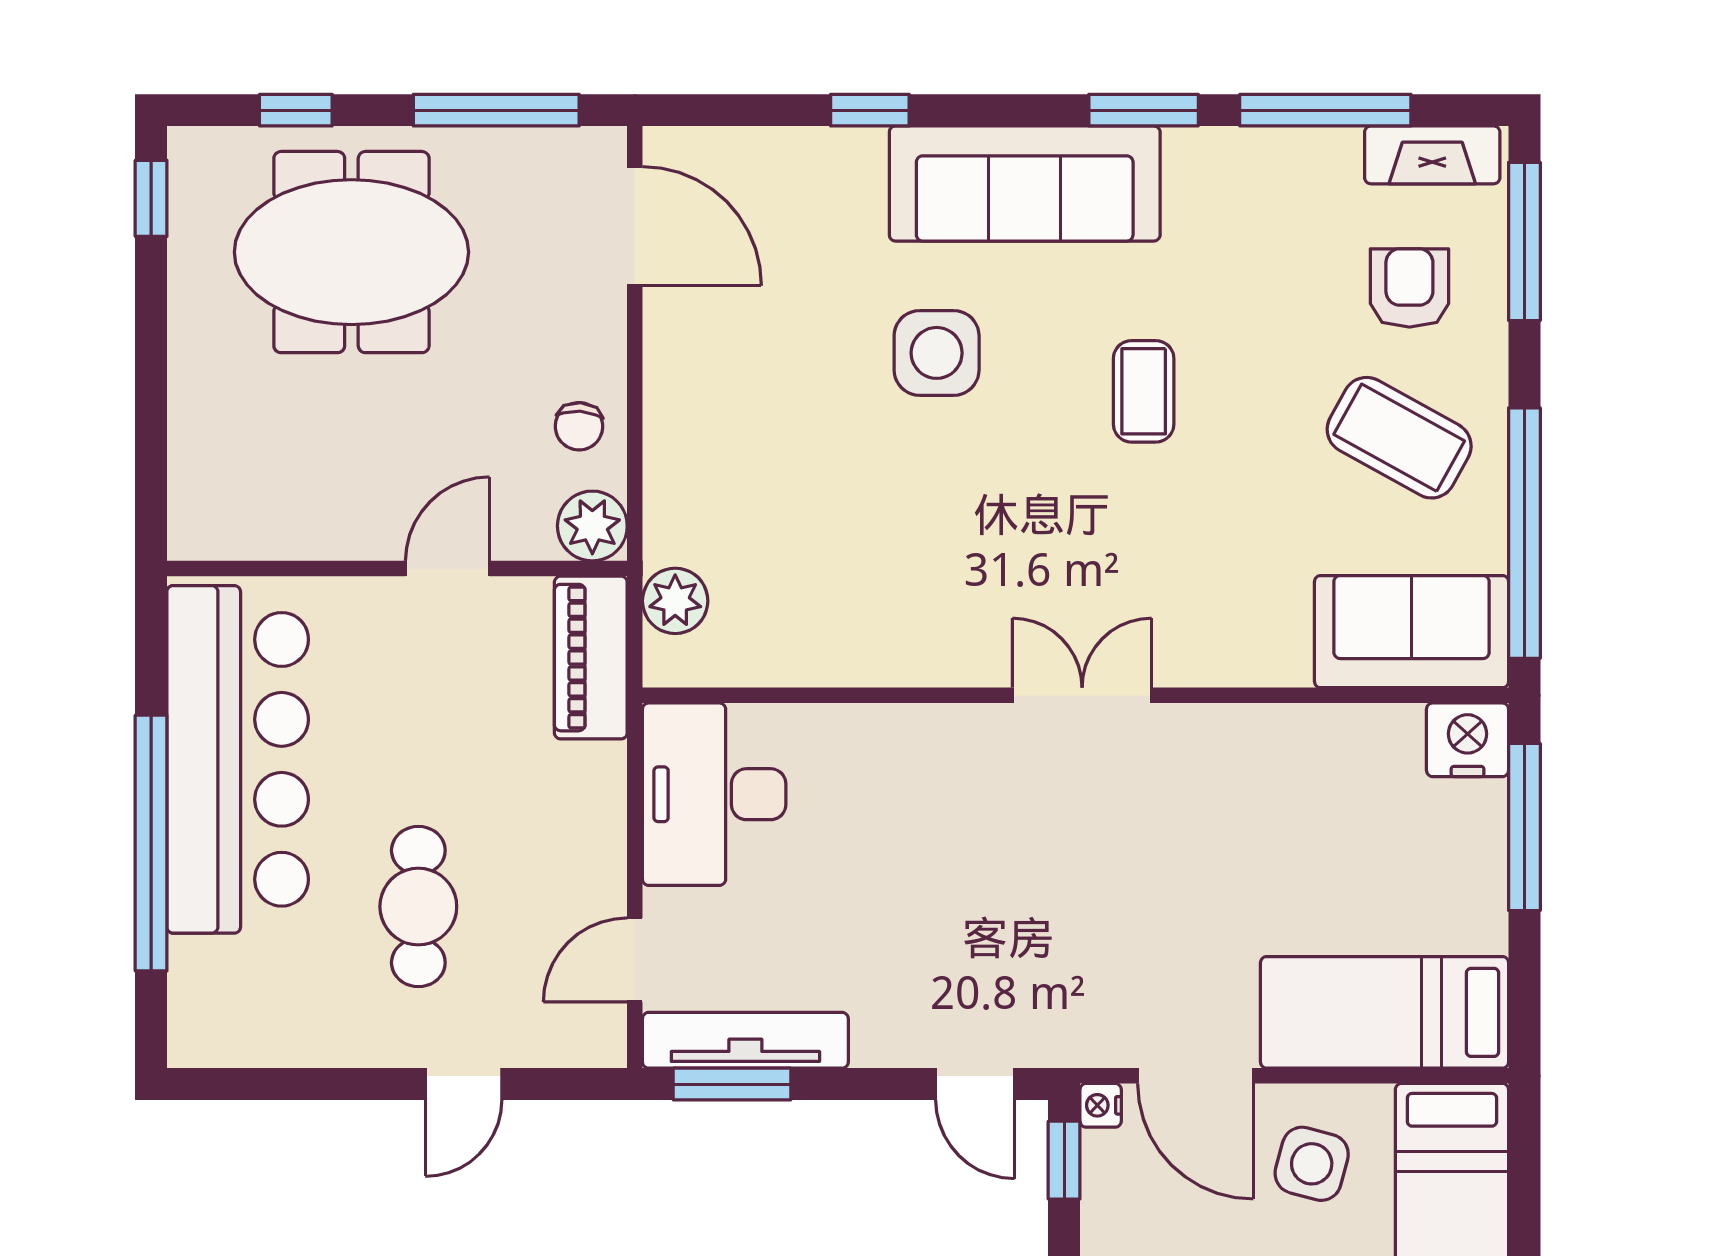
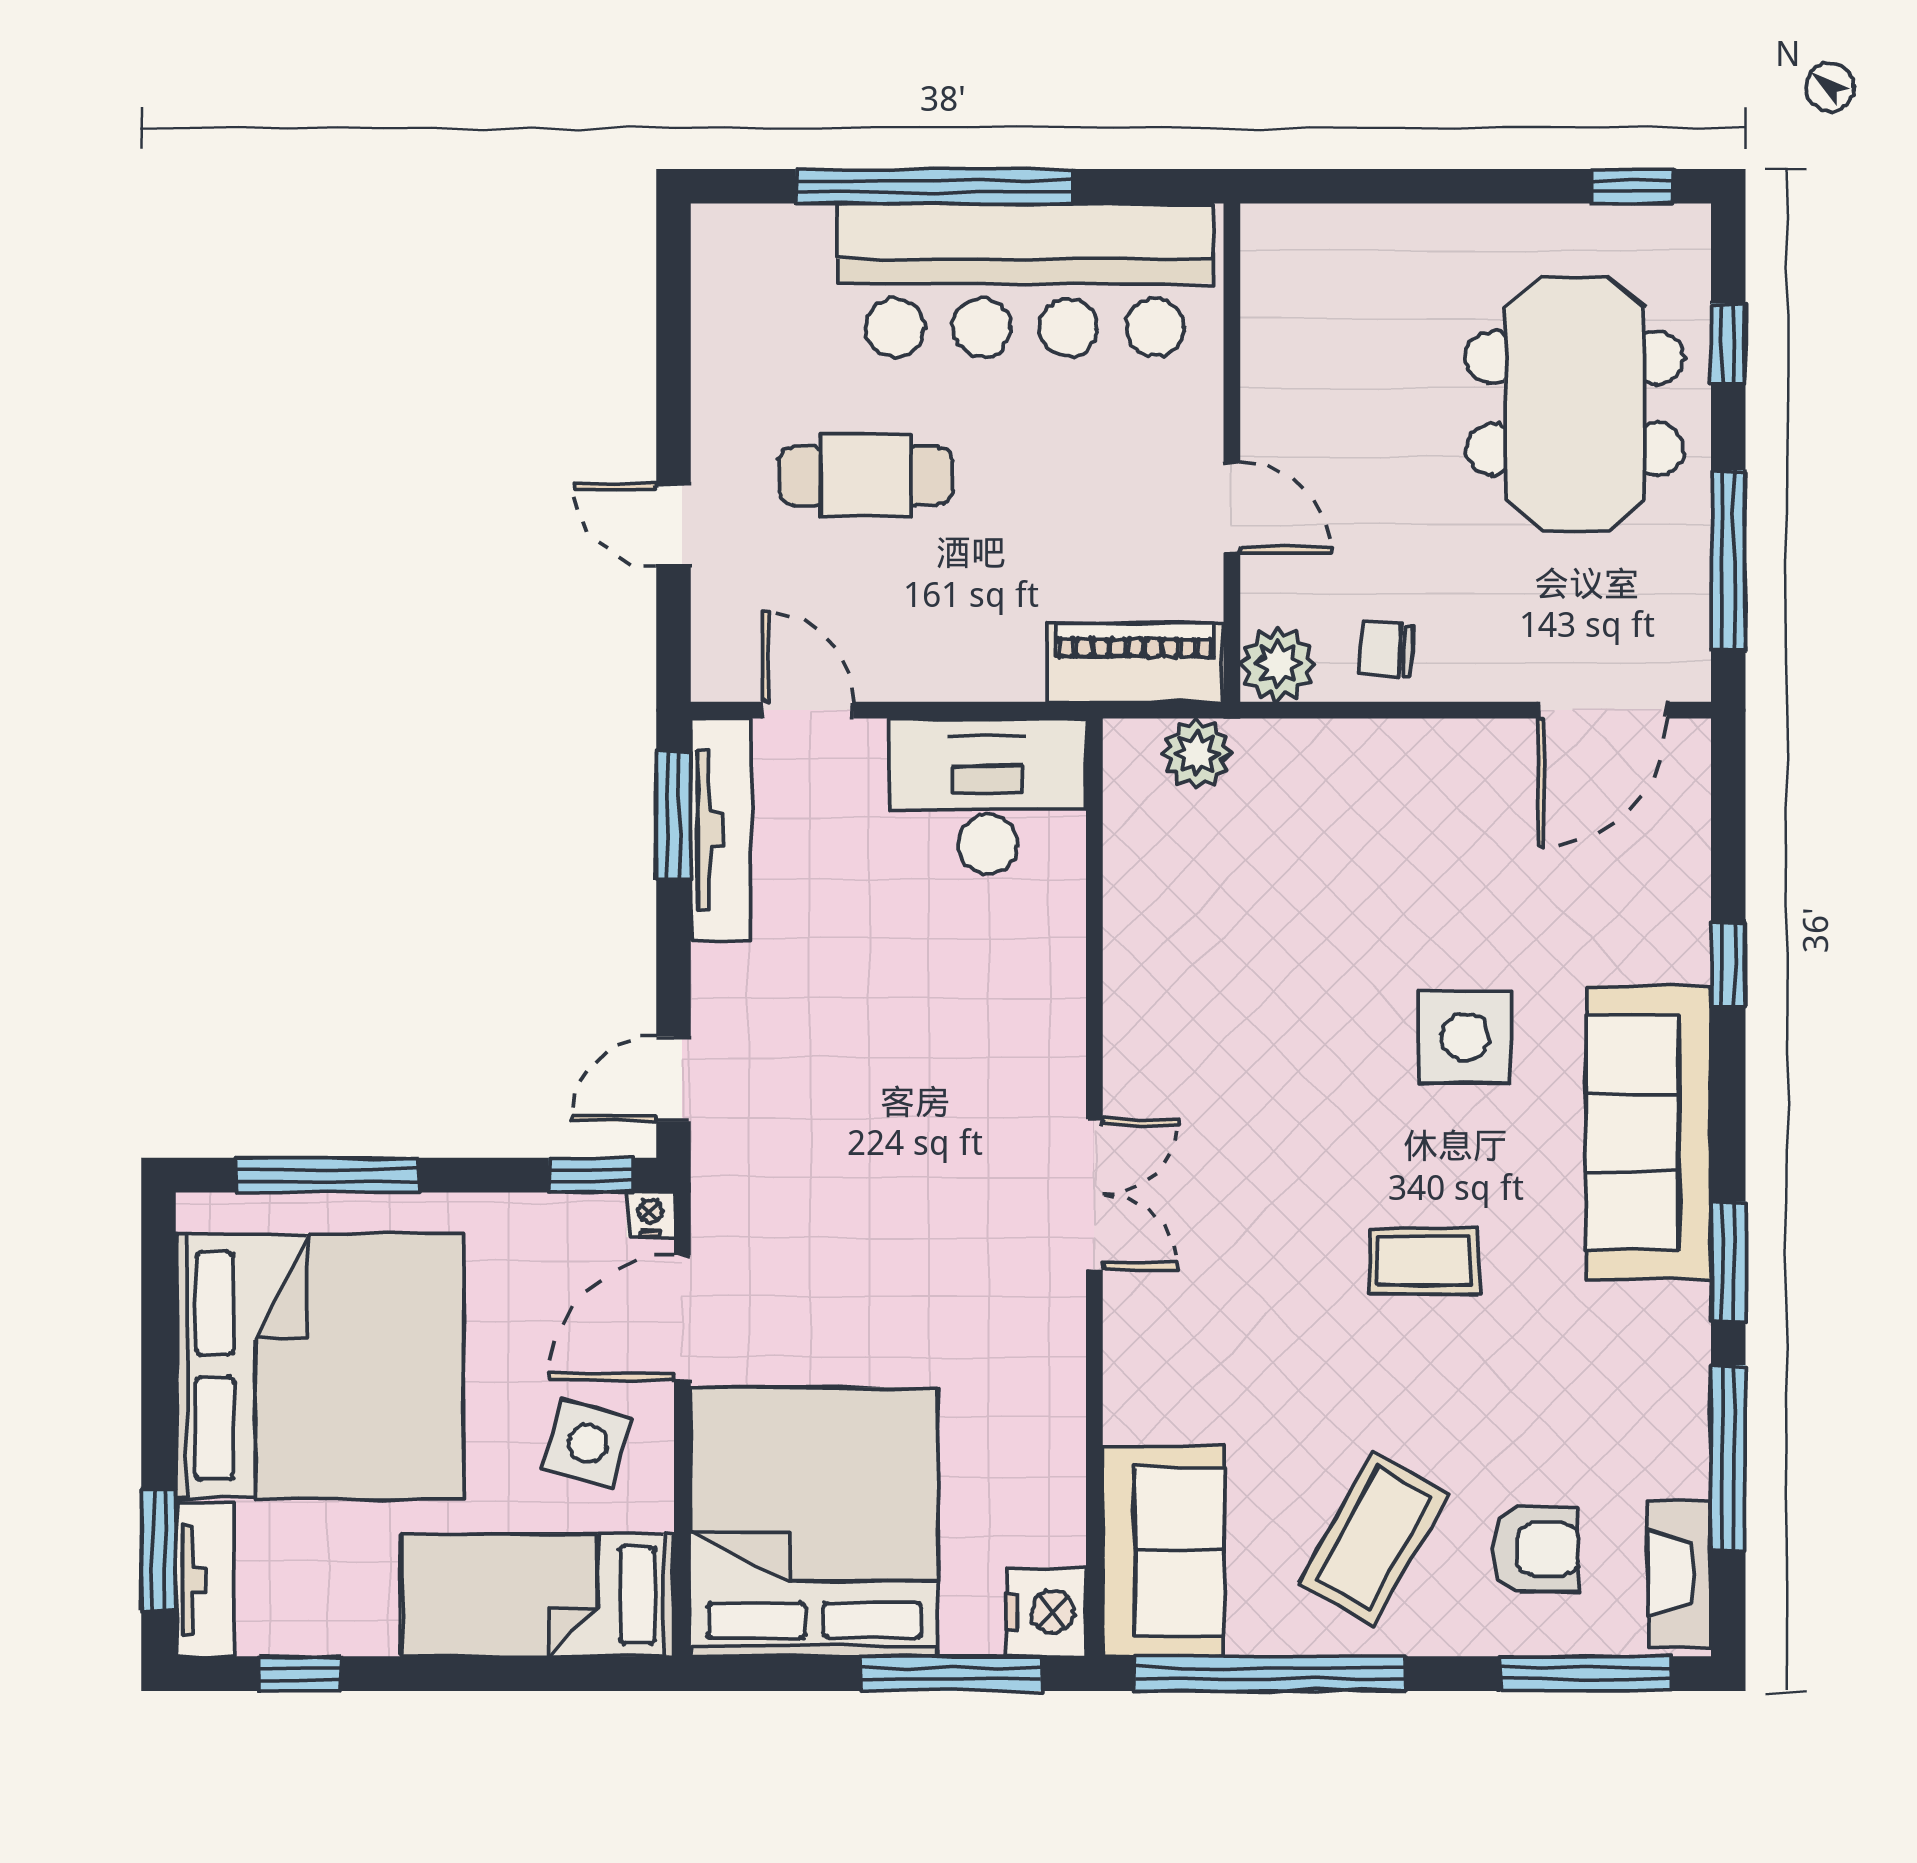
bed: (1385, 1012) -> (814, 1522), width x2.04

